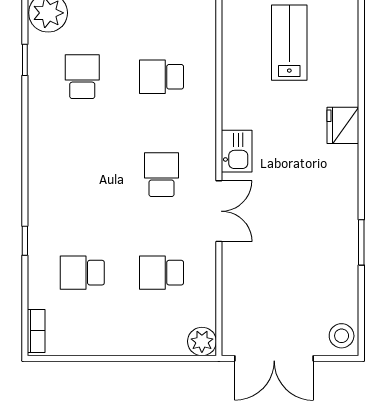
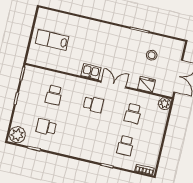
fridge: (343, 125) -> (146, 84), moved, turned 180
school desk: (161, 175) -> (93, 104), turned 180
stool: (342, 336) -> (152, 55), moved

